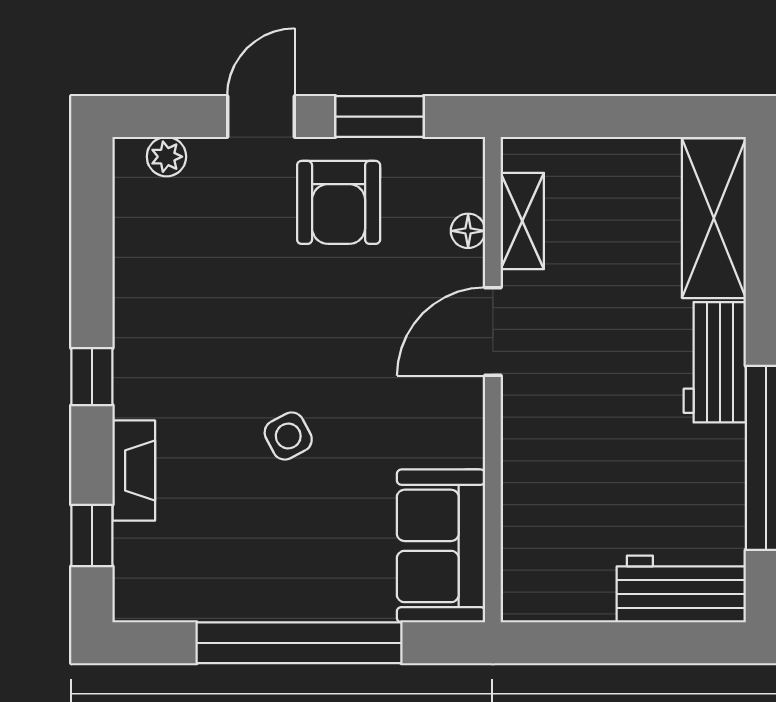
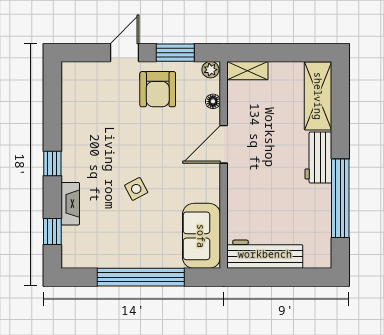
plant: (166, 157) -> (210, 70), moved
shelving: (522, 221) -> (247, 71), moved, turned 90
workbench: (681, 589) -> (265, 254), moved, width x1.38

